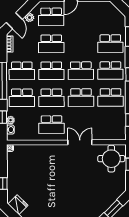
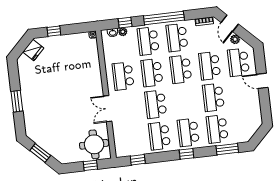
door: (14, 21) -> (230, 23), hinge flipped
school desk: (81, 71) -> (213, 97), moved
double door: (80, 142) -> (108, 109), swing flipped

